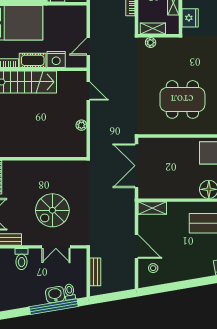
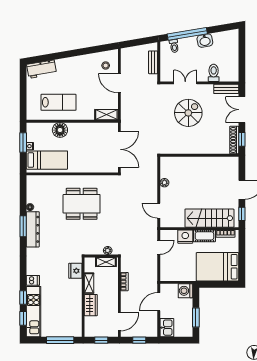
washbasin: (55, 295) -> (205, 41), moved

